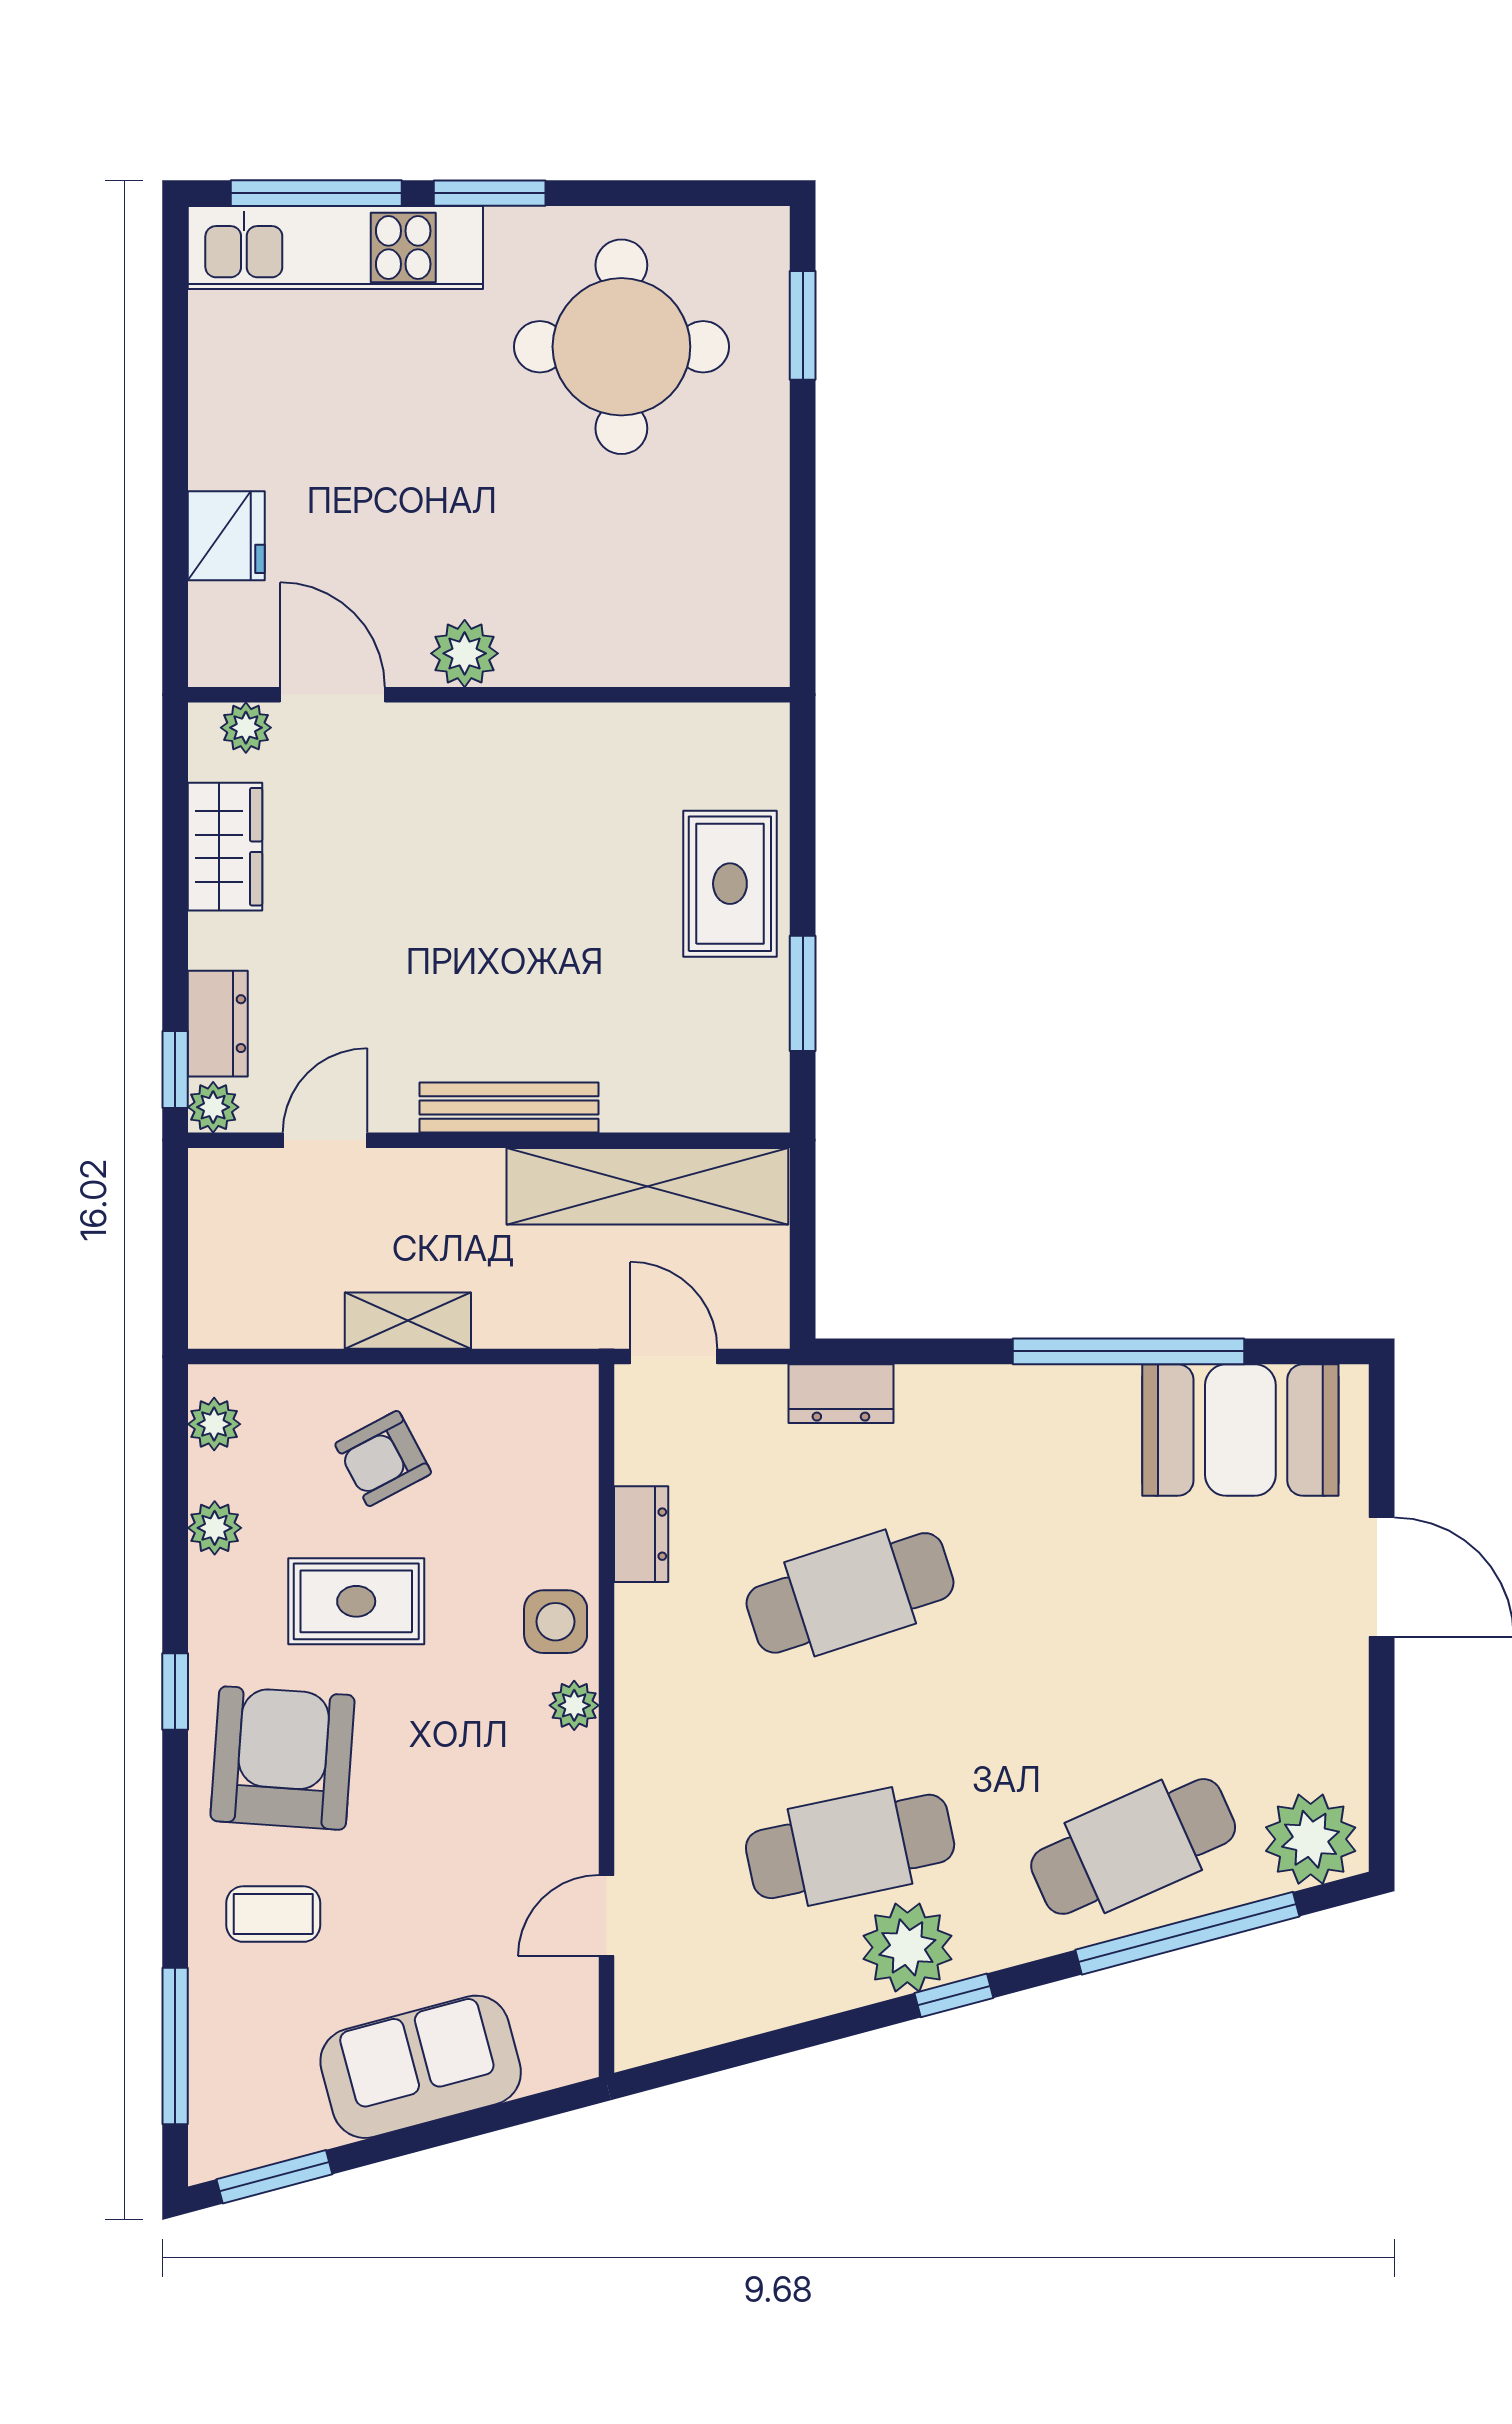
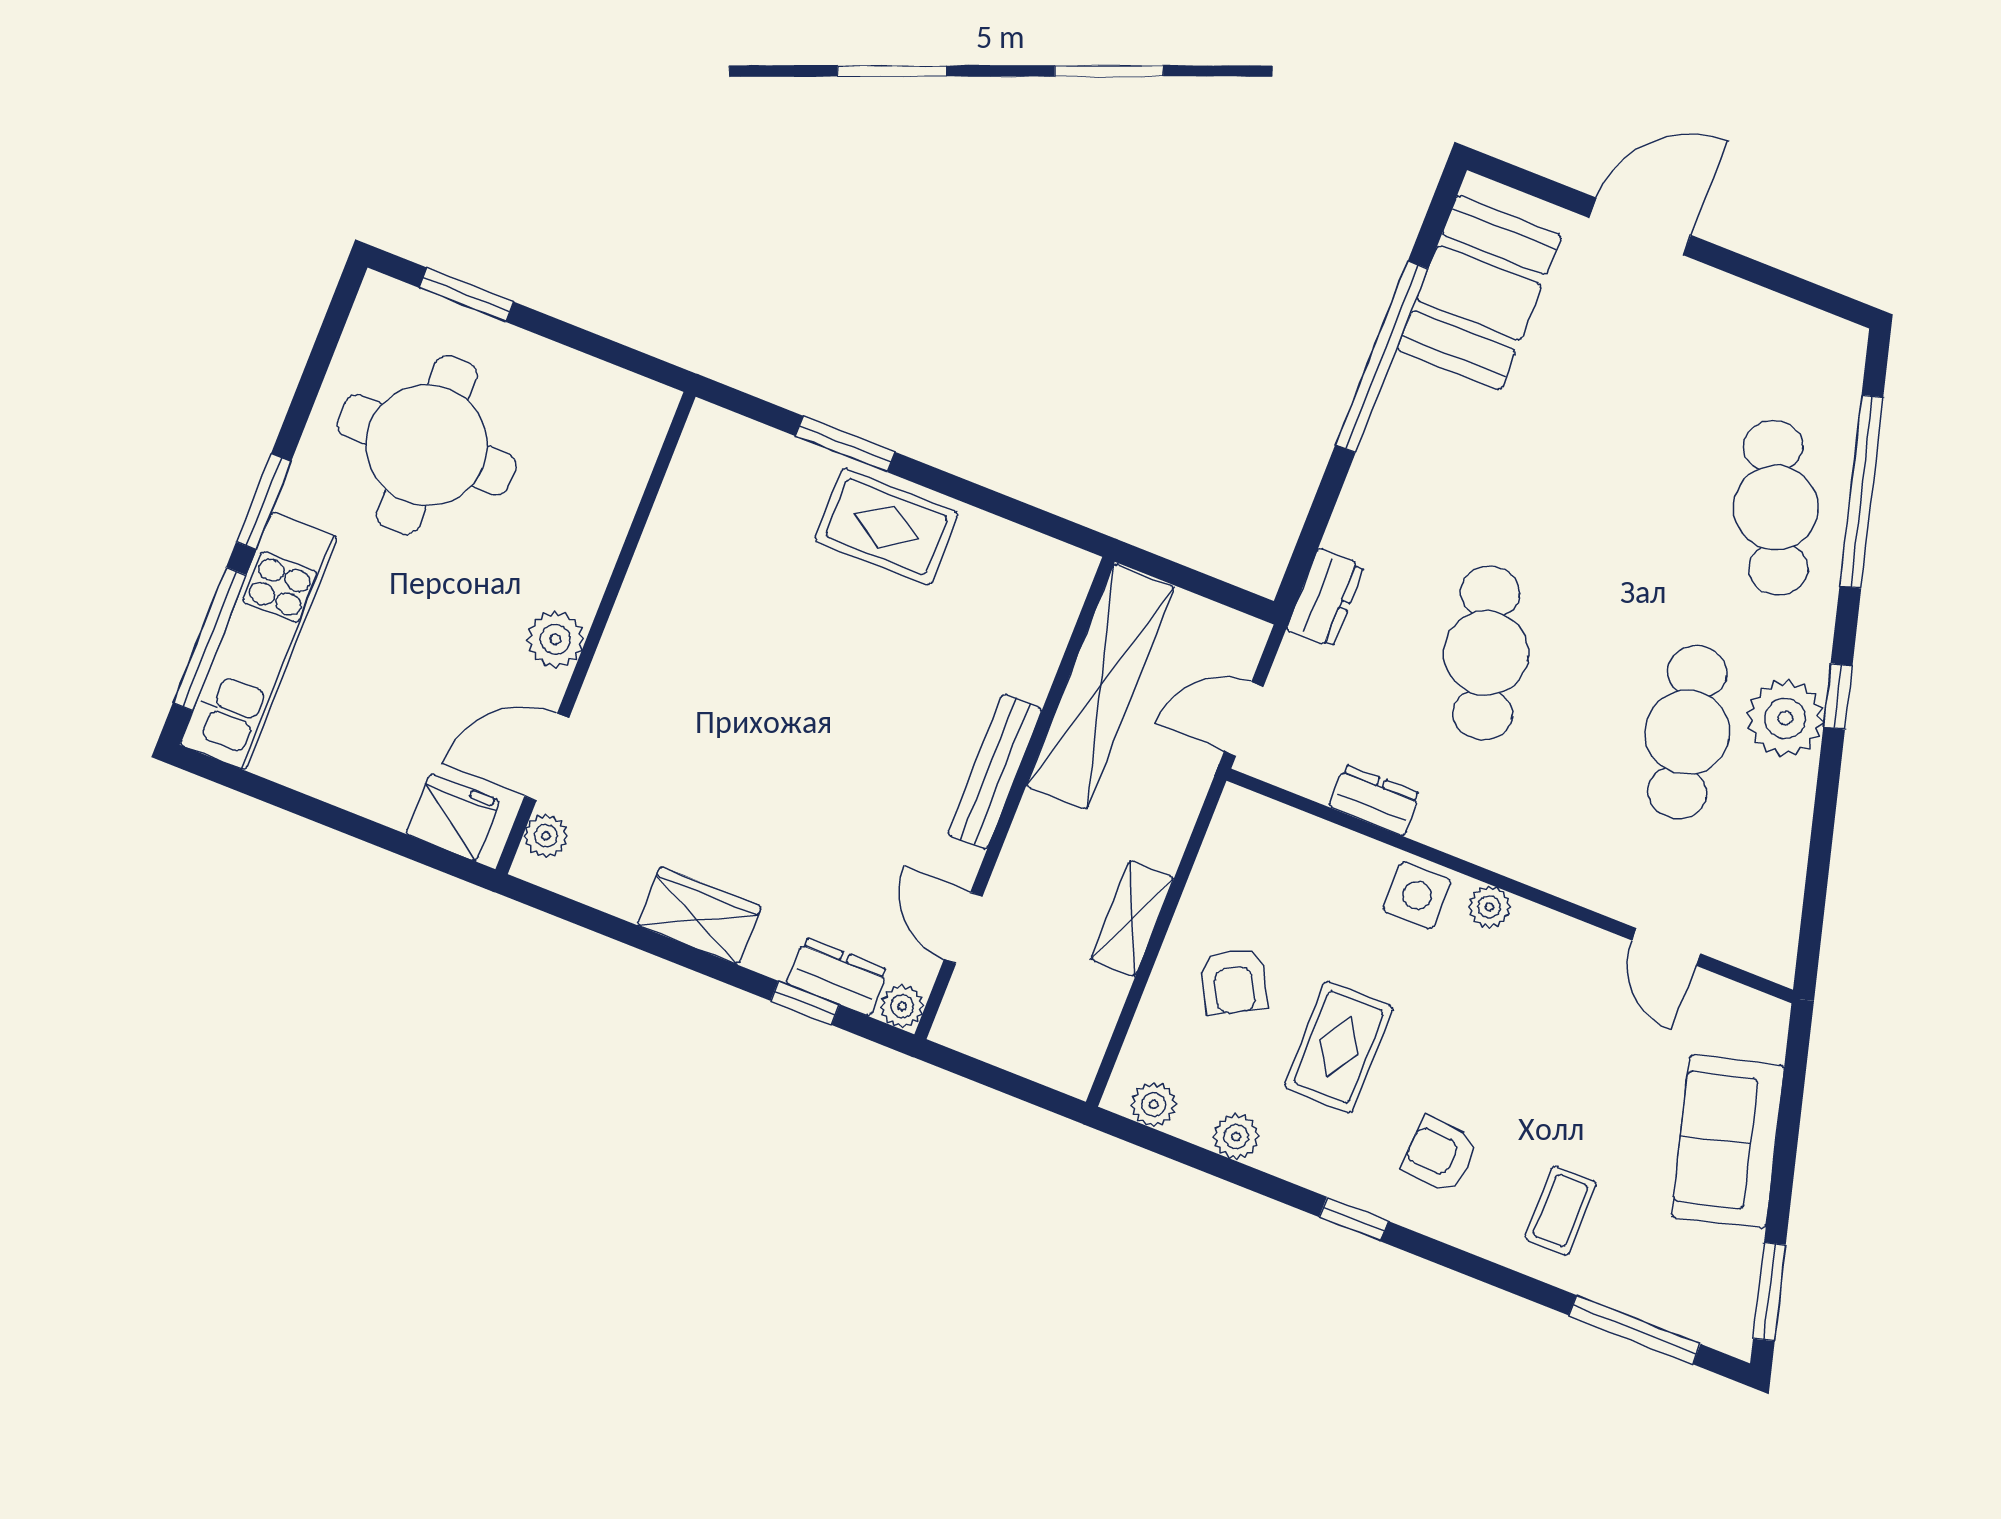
plant: (465, 653) -> (555, 639), moved
door: (332, 695) -> (547, 757), moved
wall: (489, 695) -> (596, 633), moved
plant: (246, 728) -> (546, 836), moved
window: (803, 993) -> (845, 444), moved
window: (175, 1069) -> (805, 1003), moved
armchair: (282, 1758) -> (1440, 1155), width x0.53, depth x0.53
plant: (1311, 1839) -> (1825, 365), removed

